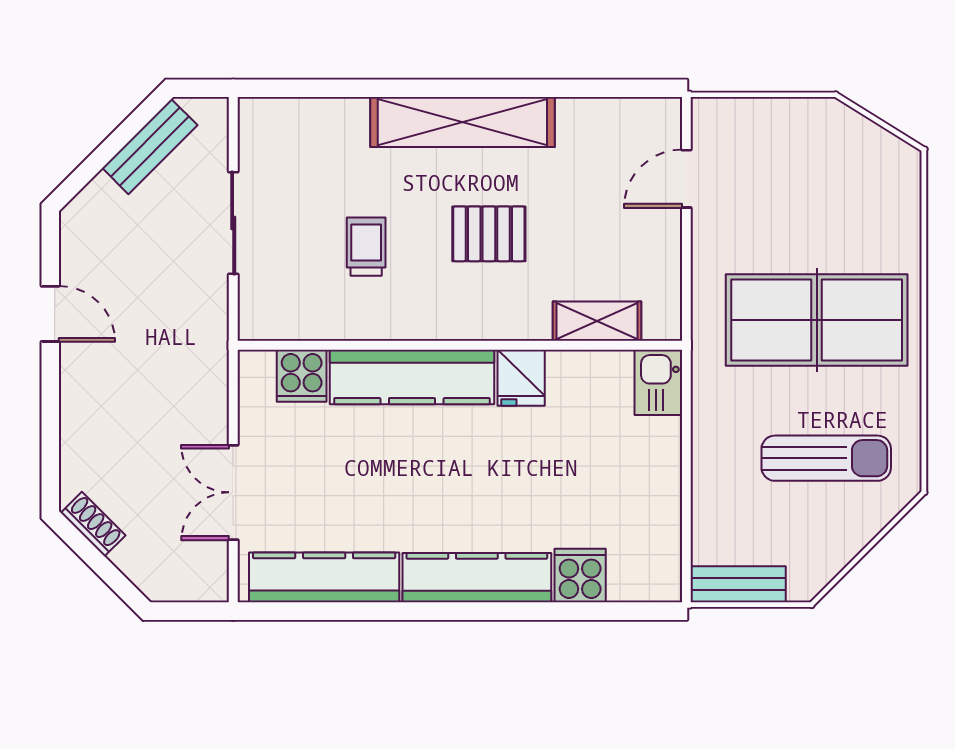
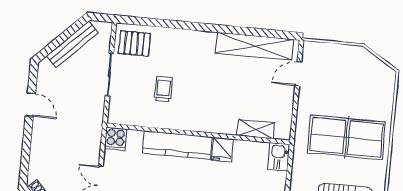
shelving: (462, 122) -> (255, 46), moved
bench: (150, 147) -> (72, 44), width x1.36
pallet: (489, 234) -> (134, 43), moved
cooker: (302, 376) -> (116, 139), moved

